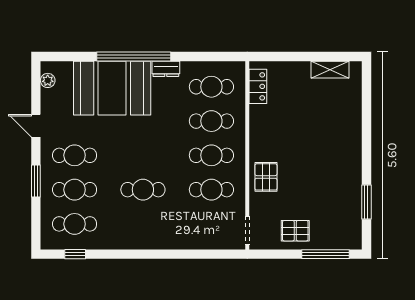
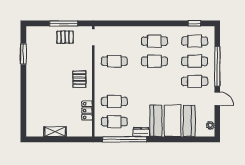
window: (134, 57) -> (125, 139), moved
shelving: (330, 70) -> (55, 132), moved
locker: (258, 86) -> (87, 111), moved
cafe table: (211, 155) -> (154, 41), moved
pallet: (266, 177) -> (79, 79), moved
window: (36, 181) -> (217, 66), width x2.11
window: (325, 254) -> (64, 23), moved

